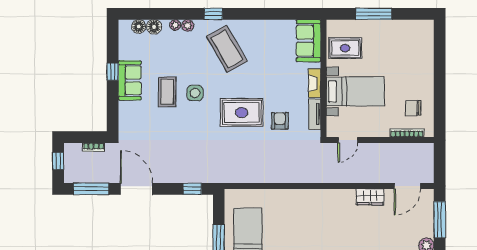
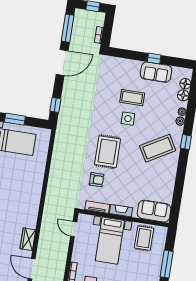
sofa: (130, 80) -> (156, 72), moved

